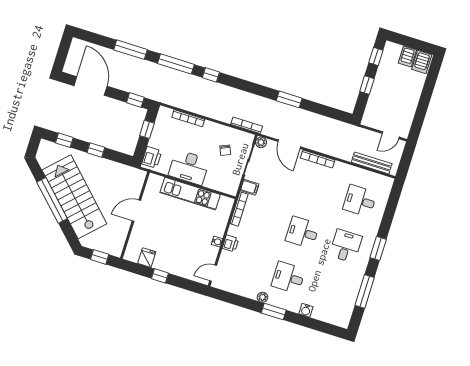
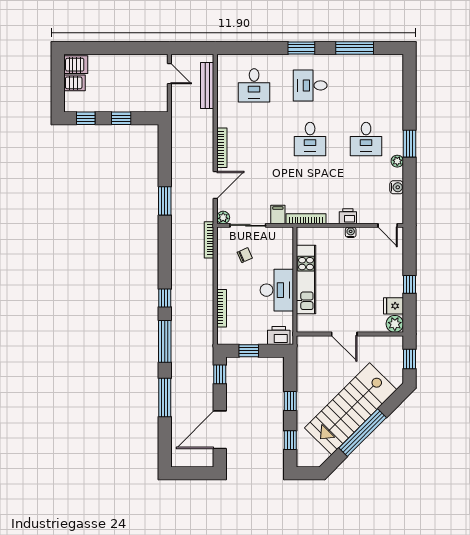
plant: (132, 254) -> (395, 324), added
water cooler: (306, 310) -> (397, 187), moved

